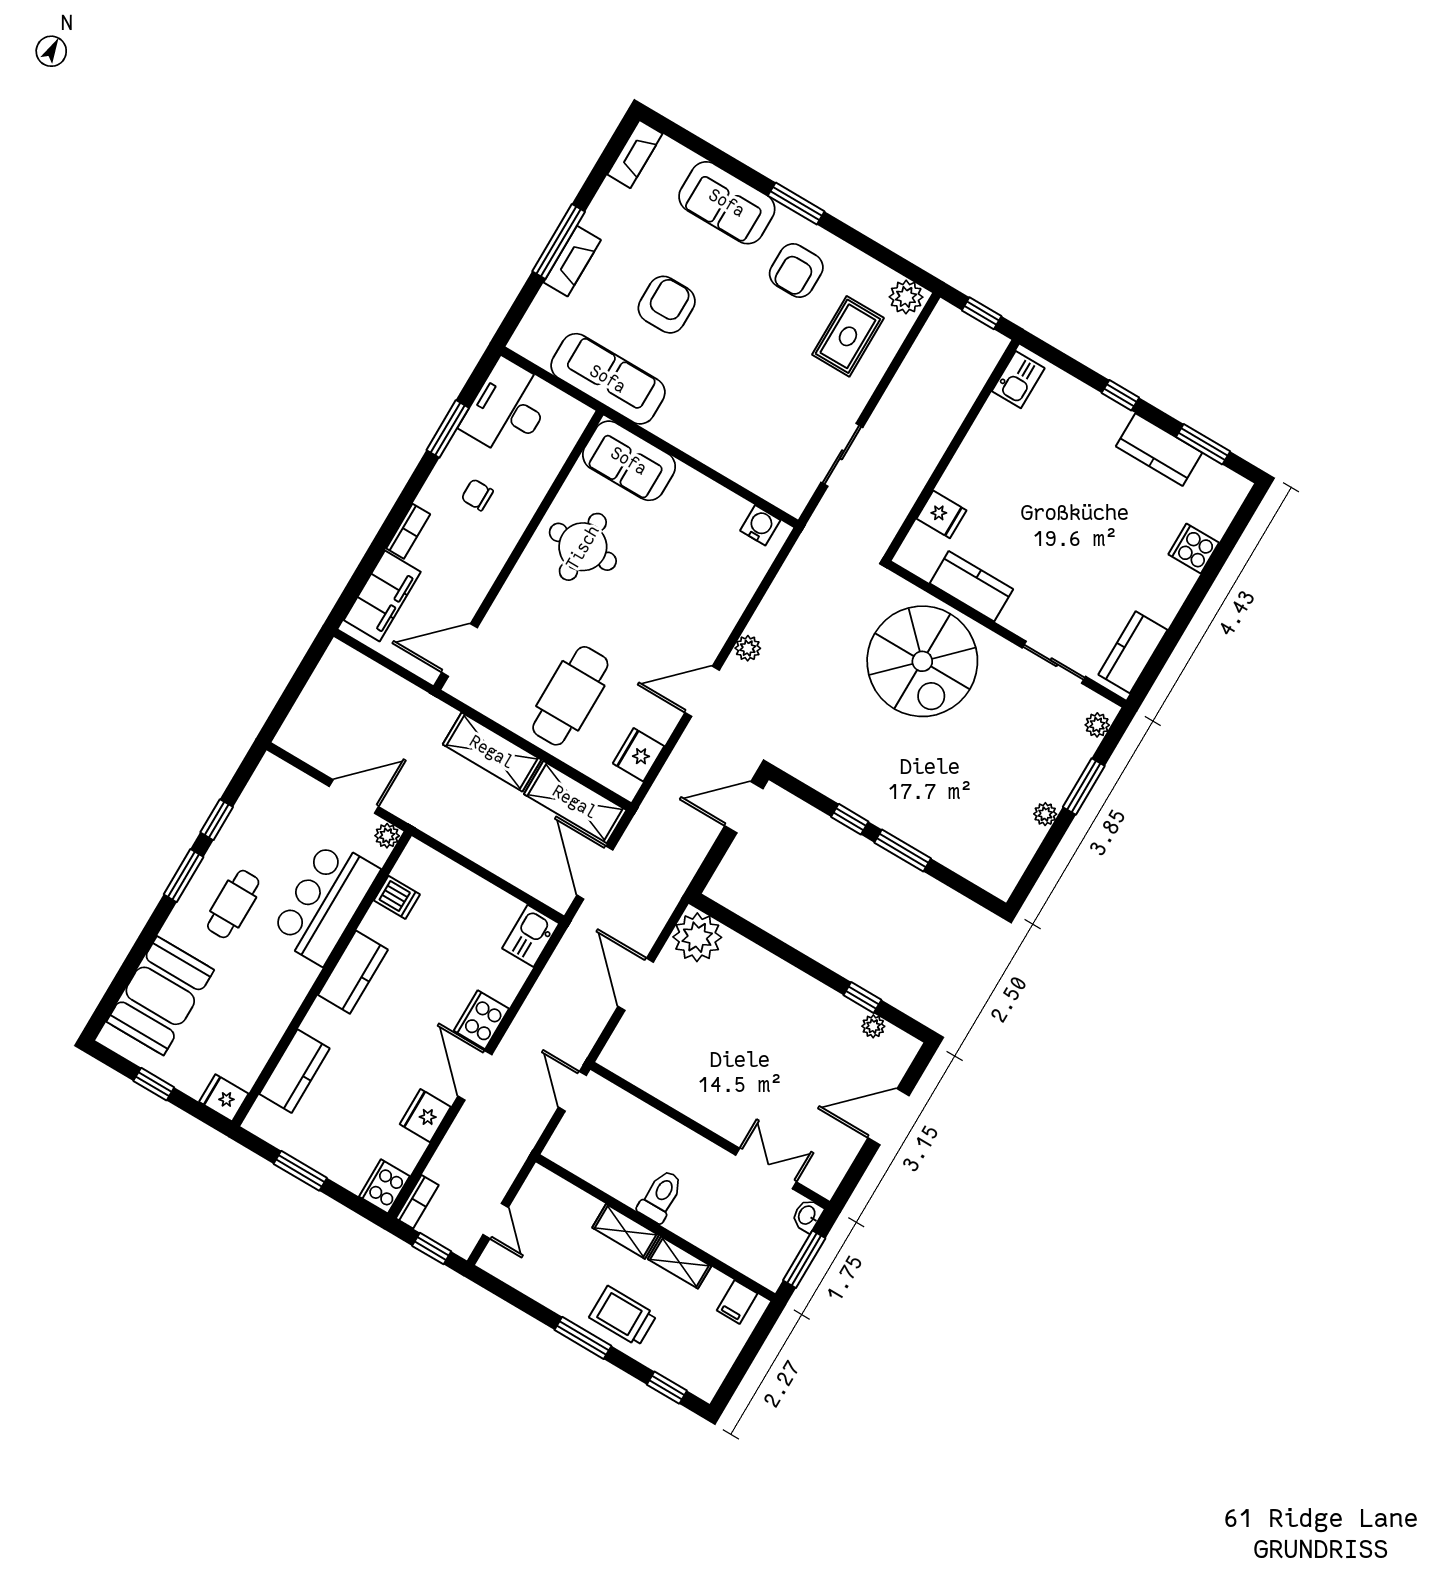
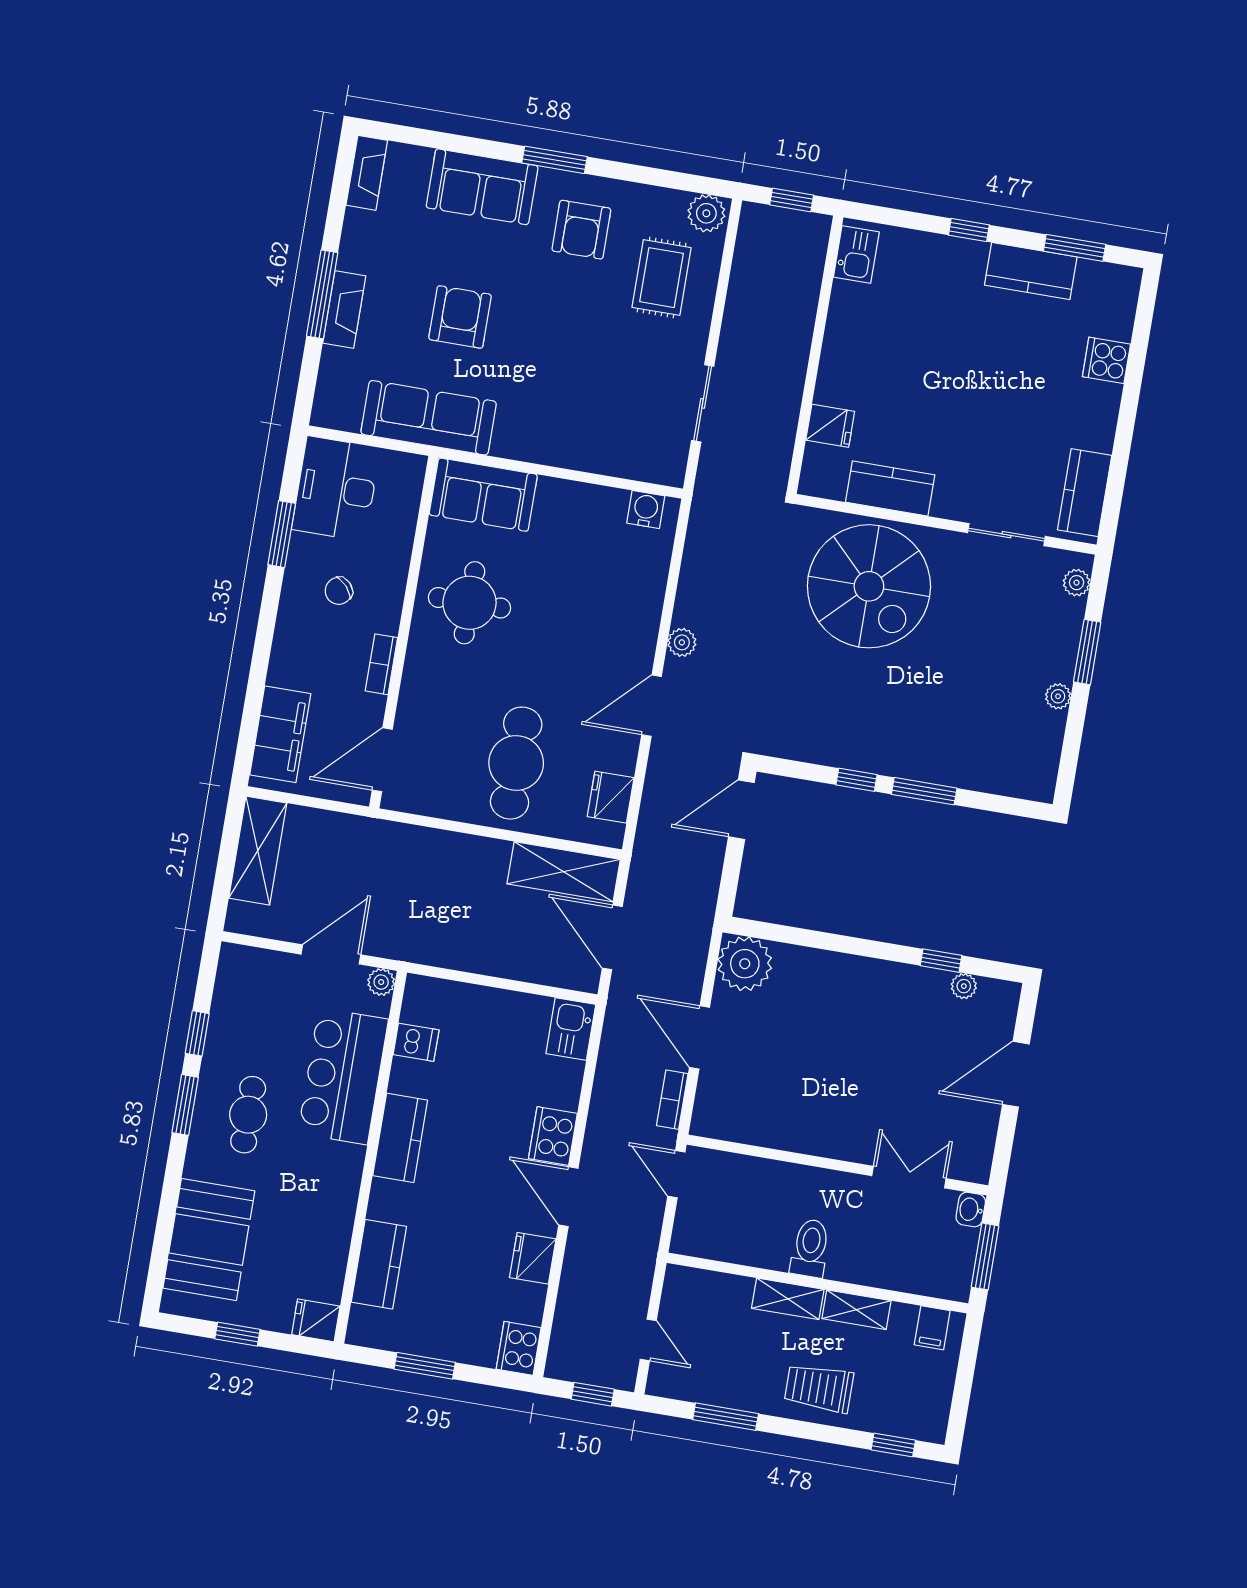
chair: (477, 495) -> (339, 591), turned -42
bookcase: (408, 531) -> (381, 664), moved, turned 180
shelving: (492, 752) -> (258, 851), moved, turned 90
bookcase: (417, 1202) -> (672, 1100), moved, turned 180
window: (583, 1338) -> (726, 1417), moved

